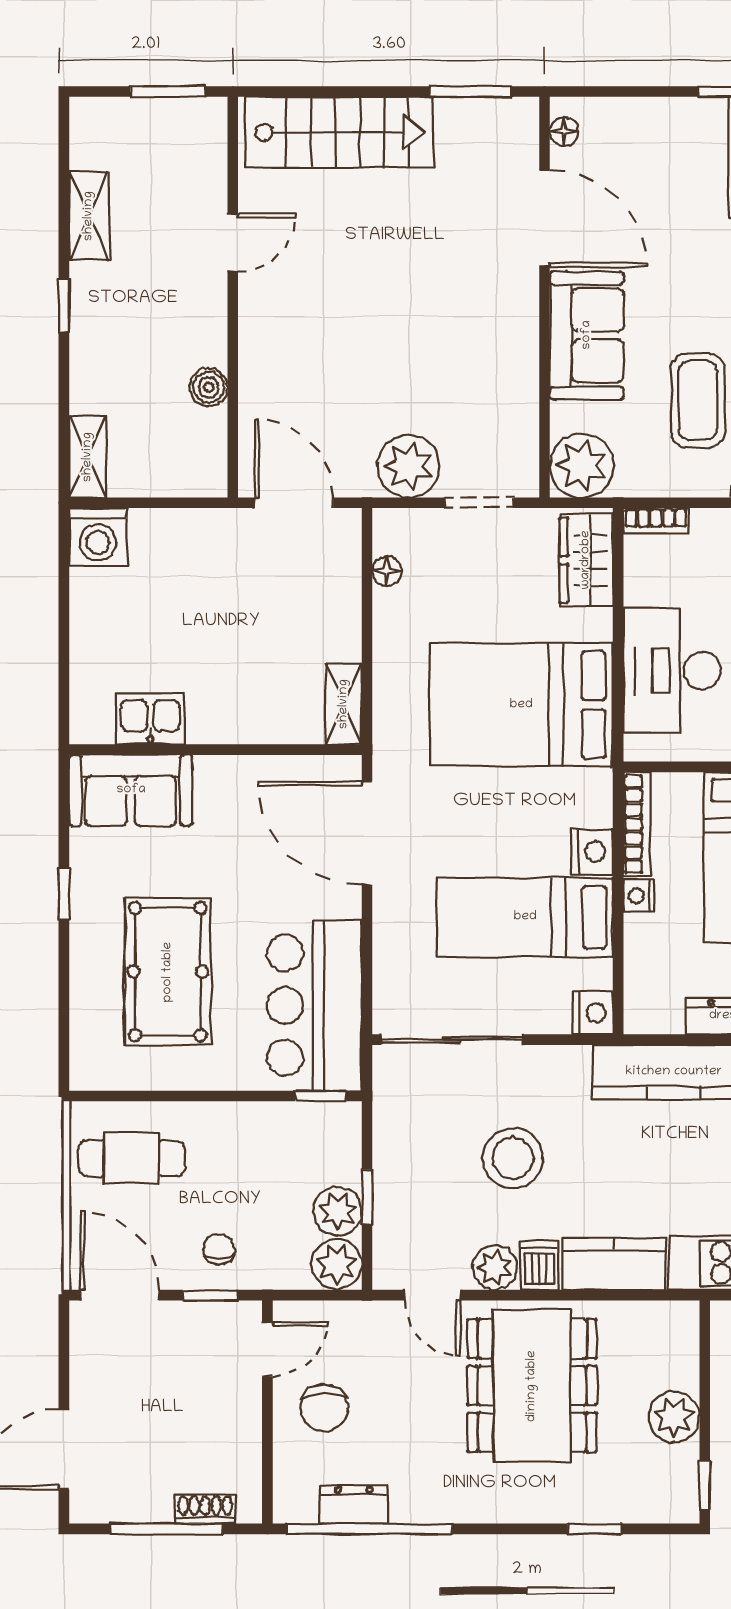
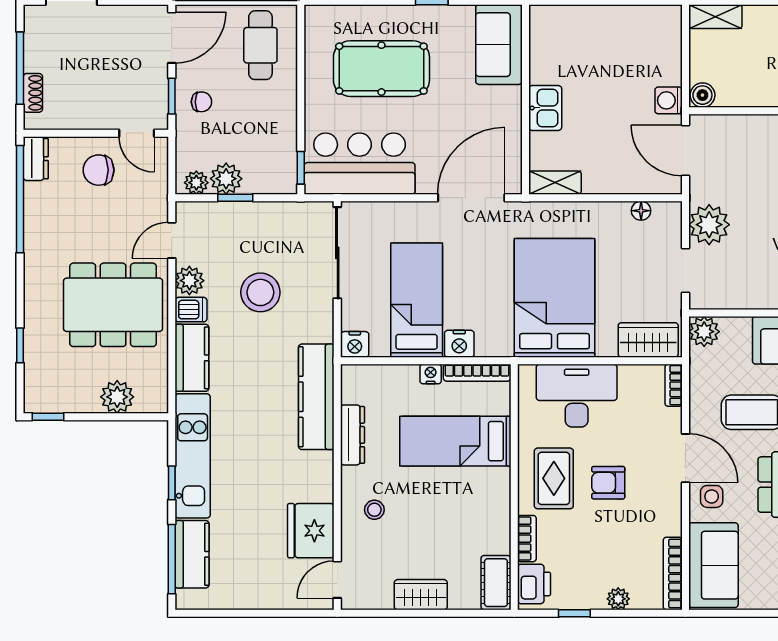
boiler: (209, 387) -> (702, 95), moved
plant: (582, 466) -> (704, 332), width x0.73, depth x0.73
door: (294, 503) -> (685, 150), swing flipped
washing machine: (98, 537) -> (669, 100), moved, width x0.73, depth x0.73
kitchen sink: (150, 719) -> (545, 108), moved
plant: (337, 1264) -> (196, 183), width x0.73, depth x0.73
plant: (674, 1417) -> (117, 397), moved
dresser: (354, 1505) -> (36, 159), moved

